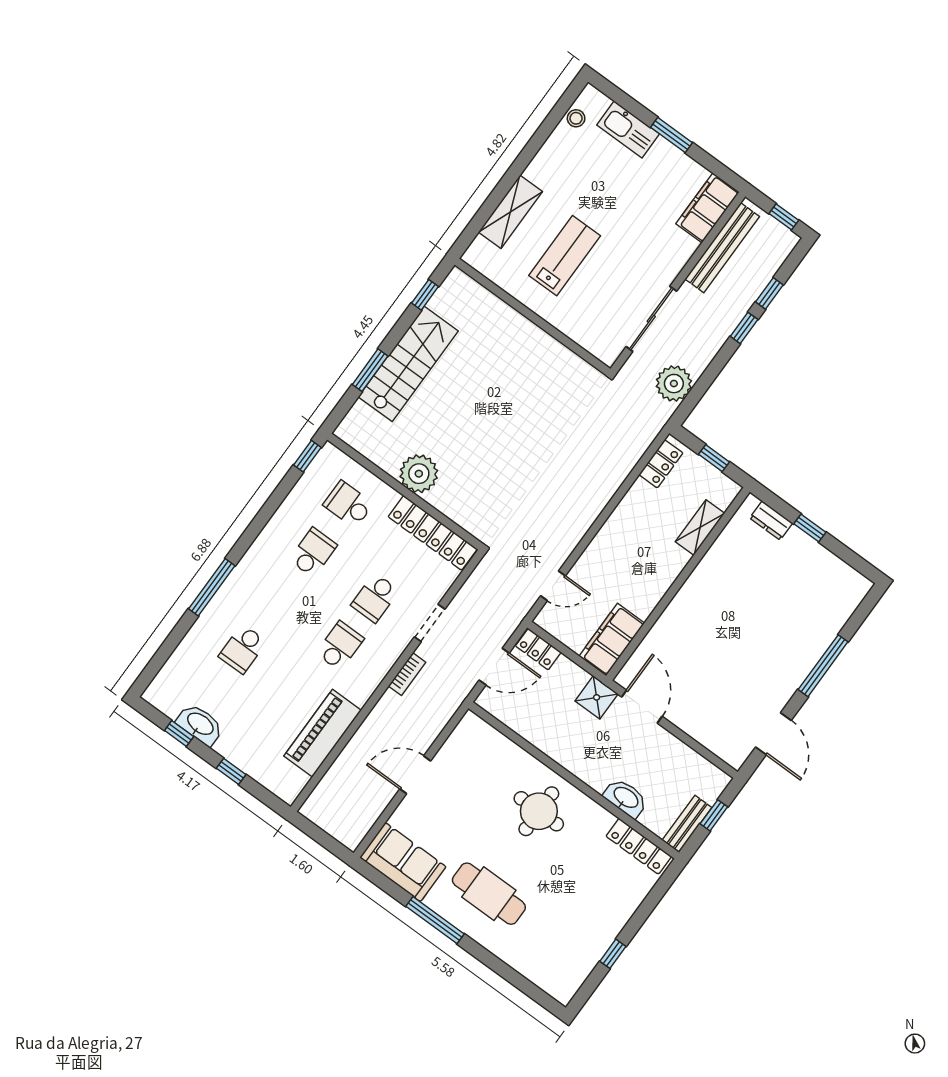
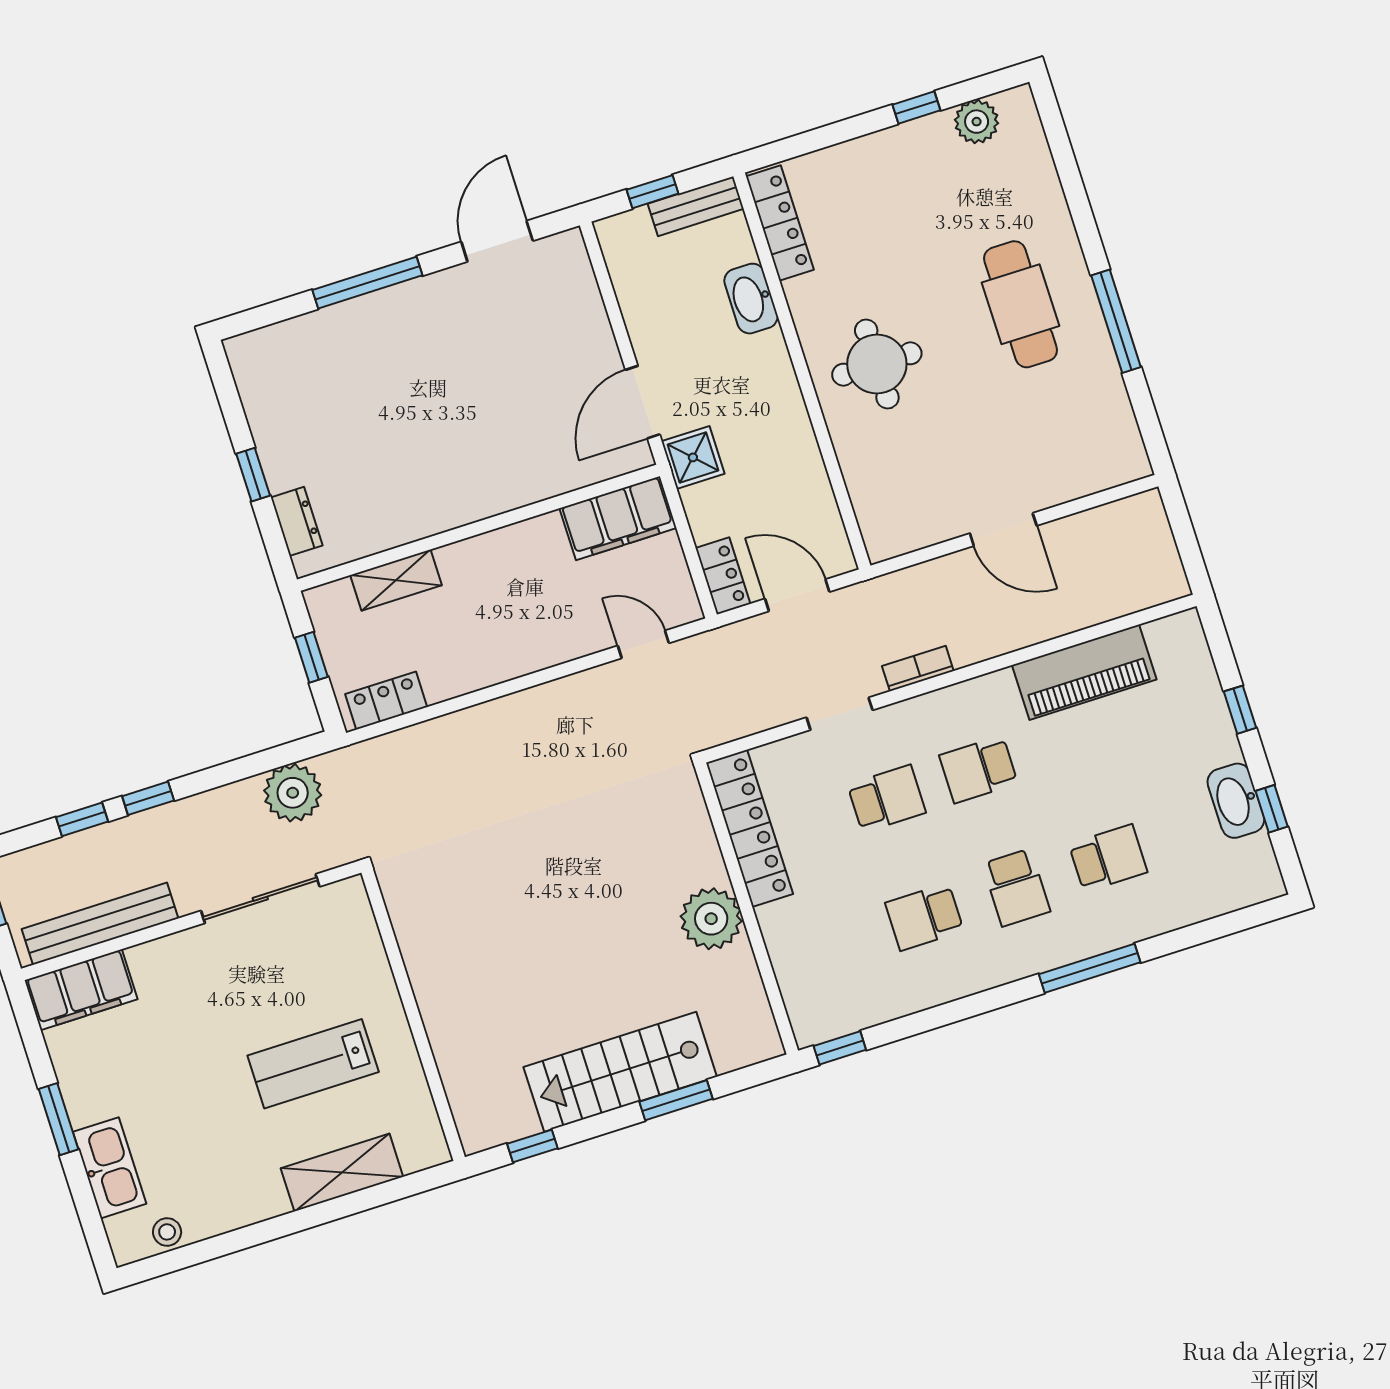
school desk: (348, 504) -> (1016, 888), moved
sofa: (403, 862) -> (1103, 428), removed
plant: (578, 969) -> (977, 122), added

